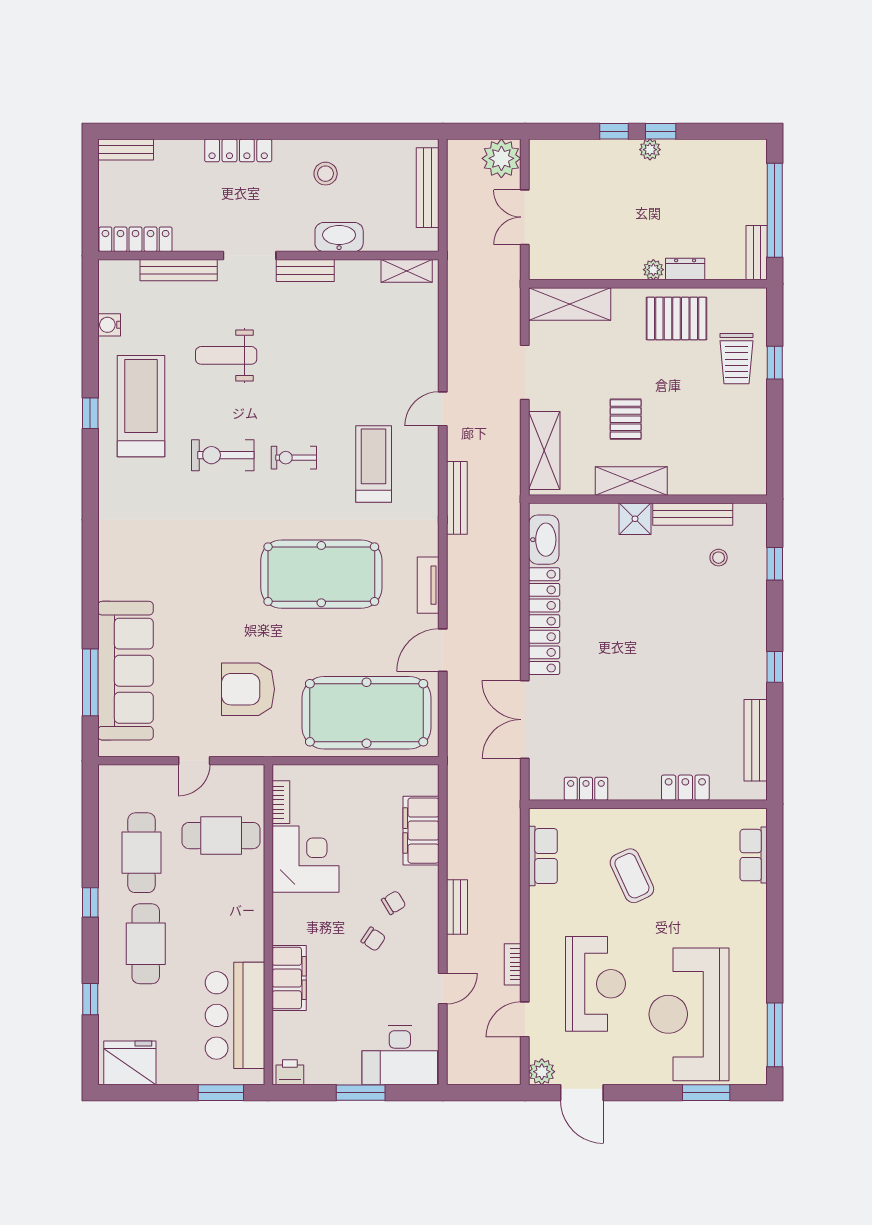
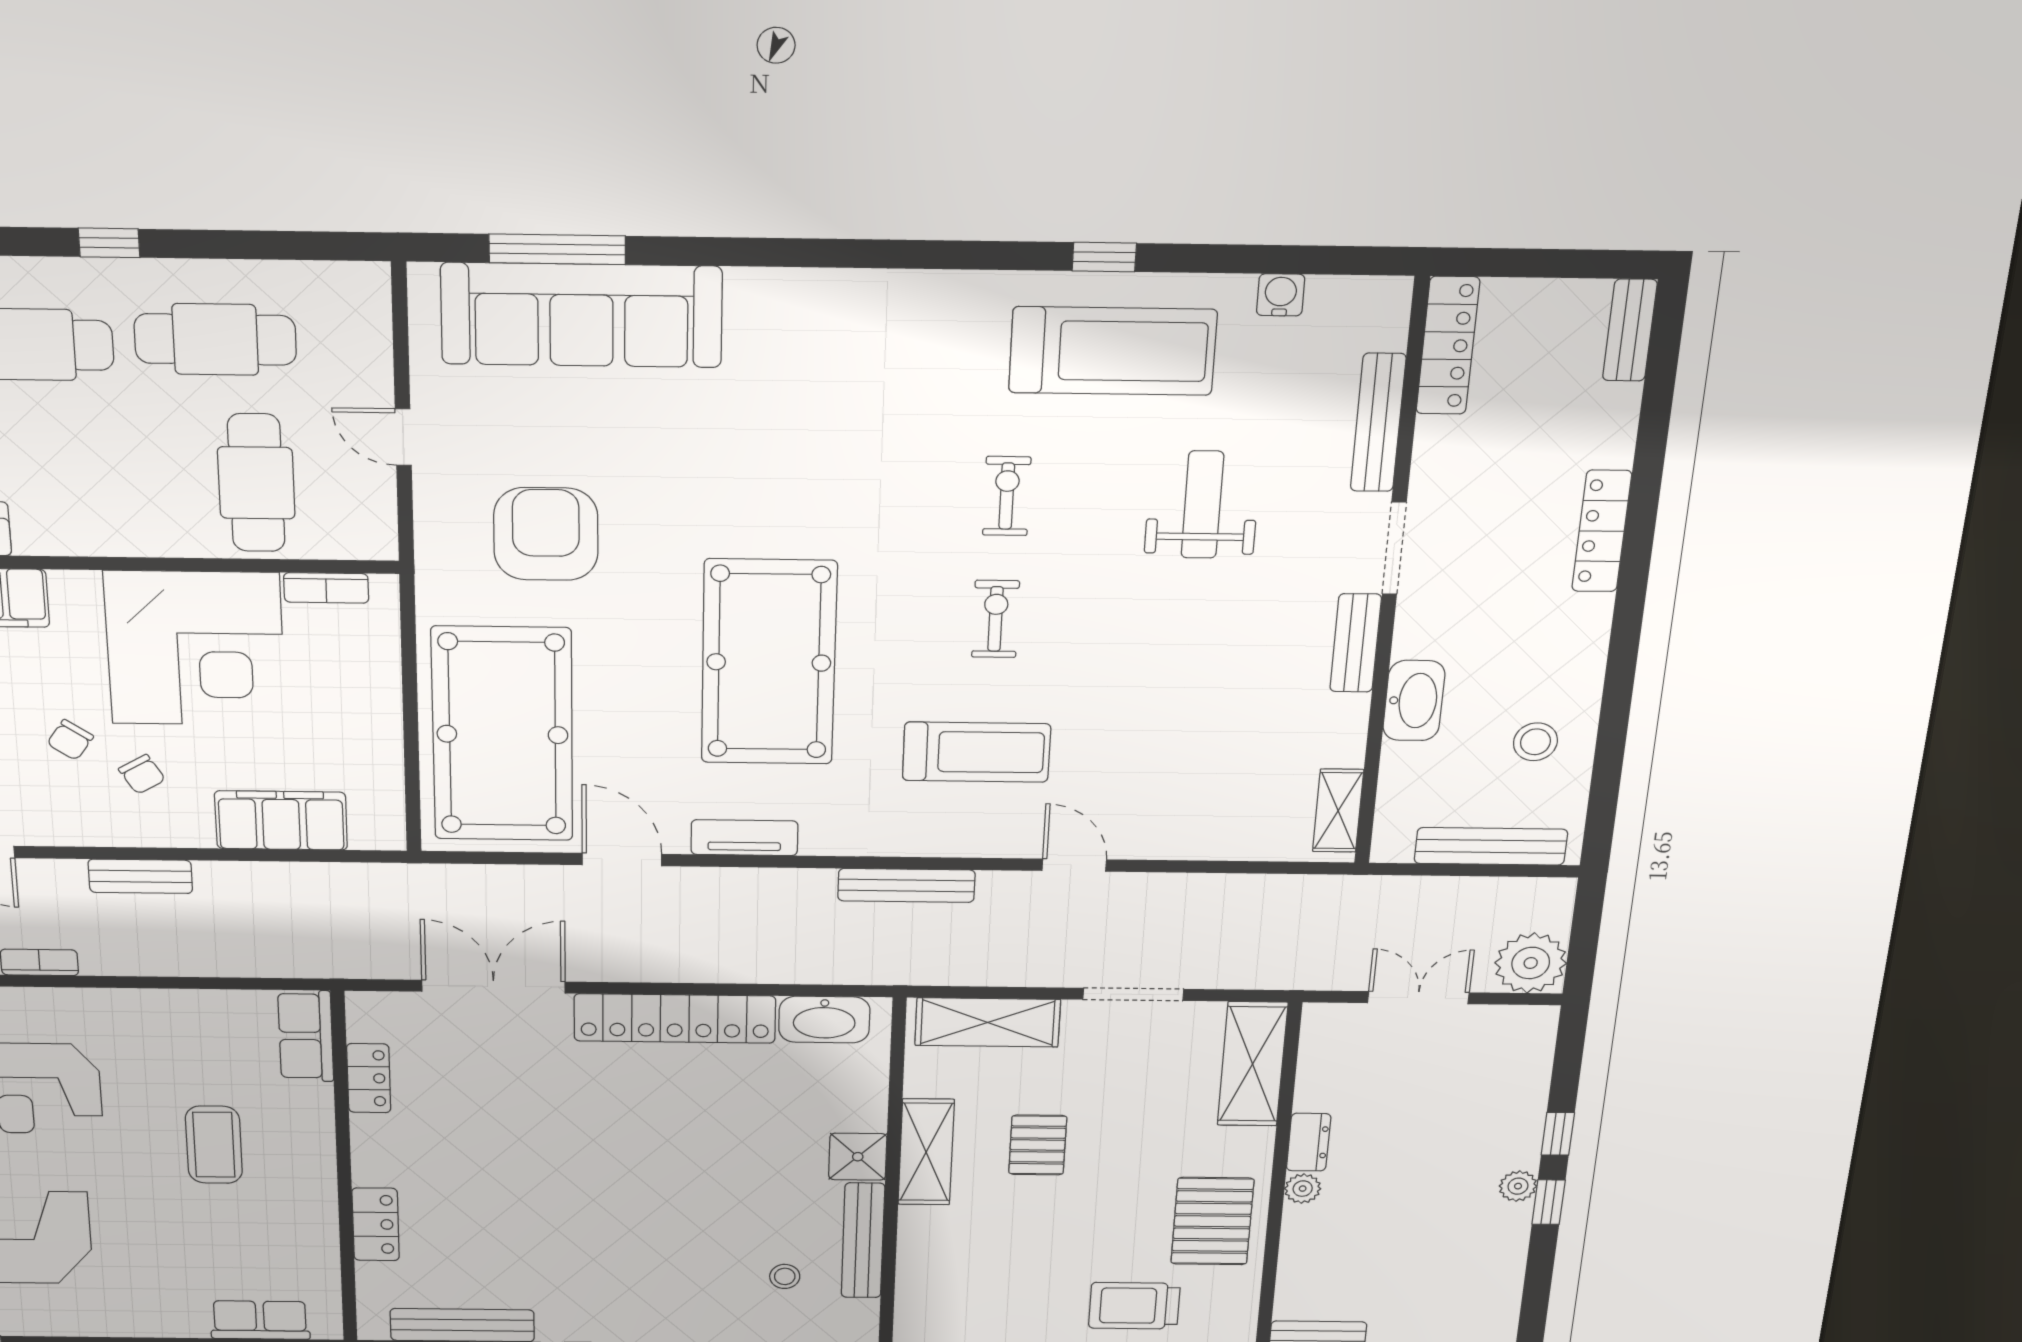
stool: (326, 174) -> (1535, 742), moved
dresser: (685, 269) -> (1309, 1142), moved
pallet: (626, 419) -> (1038, 1145), turned 90
exercise bike: (223, 455) -> (1007, 496), width x0.73, depth x0.72
row of seats: (543, 856) -> (306, 1036), moved, turned 90
corner desk: (306, 859) -> (195, 649), width x1.36, depth x1.36
coffee table: (632, 876) -> (214, 1145), turned -65

